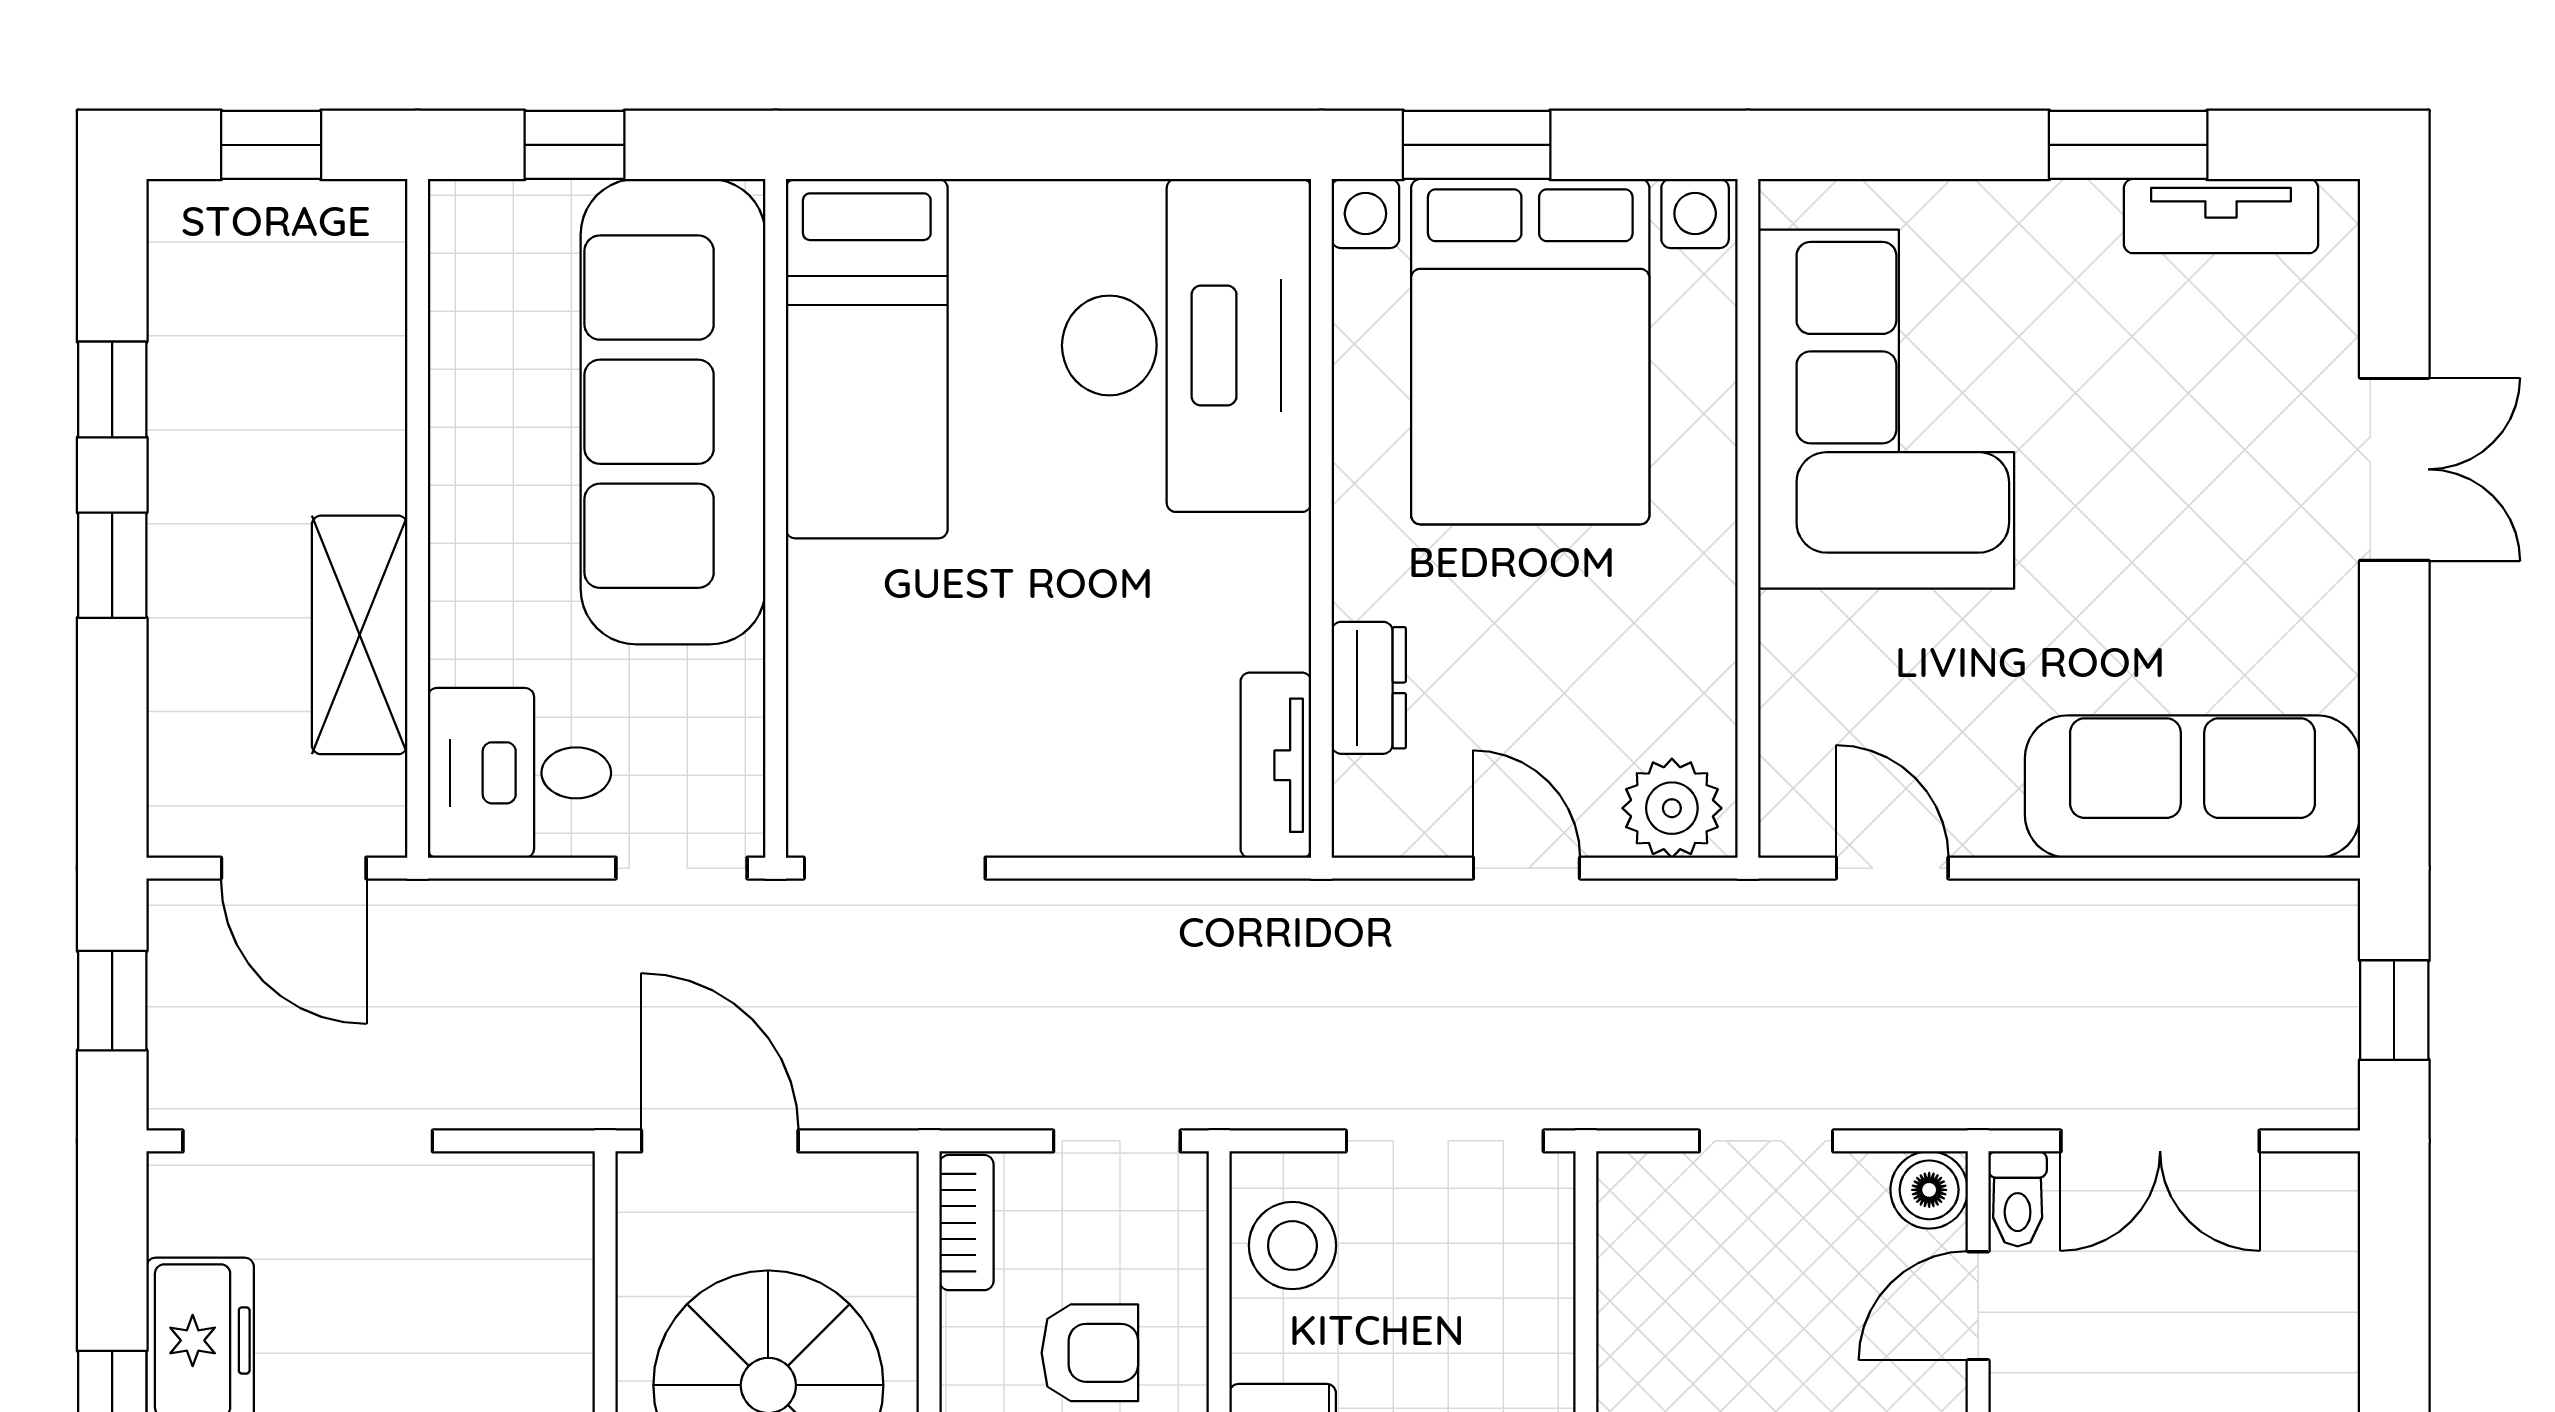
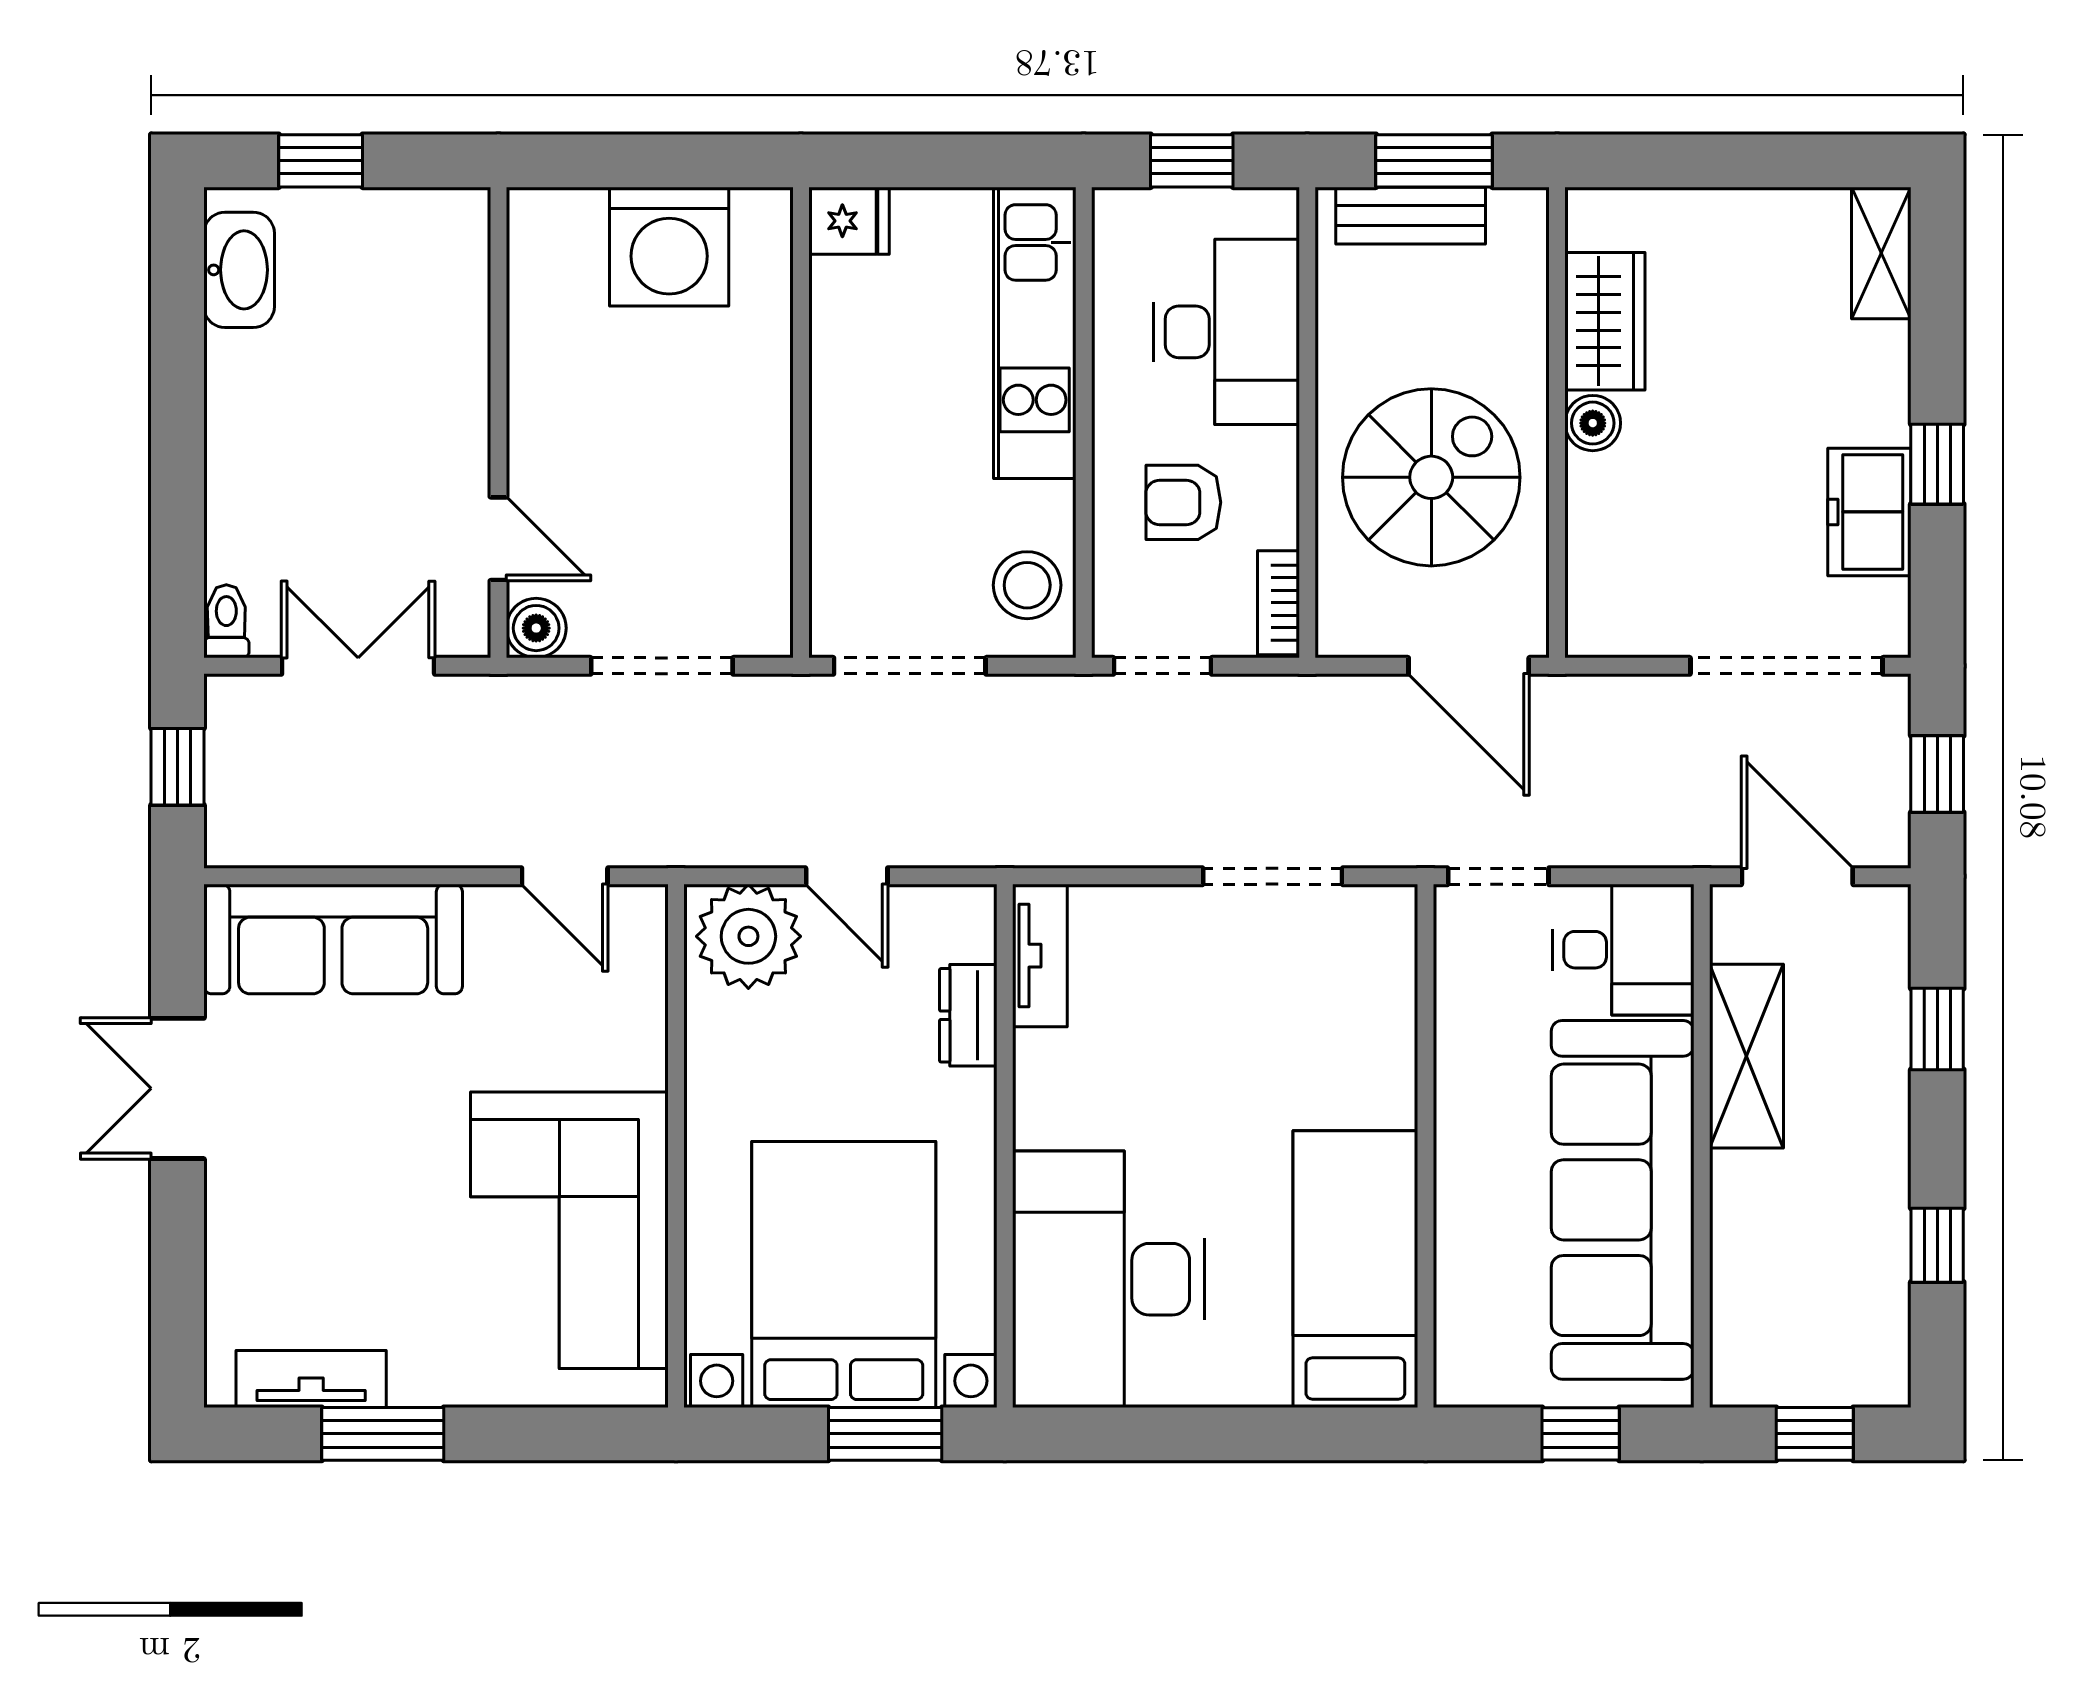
sofa: (673, 412) -> (1623, 1200), moved, turned 180
double door: (2394, 469) -> (178, 1088), moved
window: (112, 565) -> (1937, 1029), moved
plant: (1672, 808) -> (748, 936), width x1.36, depth x1.36
doorway: (895, 868) -> (1273, 876), moved
doorway: (1766, 1141) -> (662, 666), width x1.38
toilet: (2018, 1199) -> (226, 621), moved
door: (1978, 1306) -> (498, 539), hinge flipped

